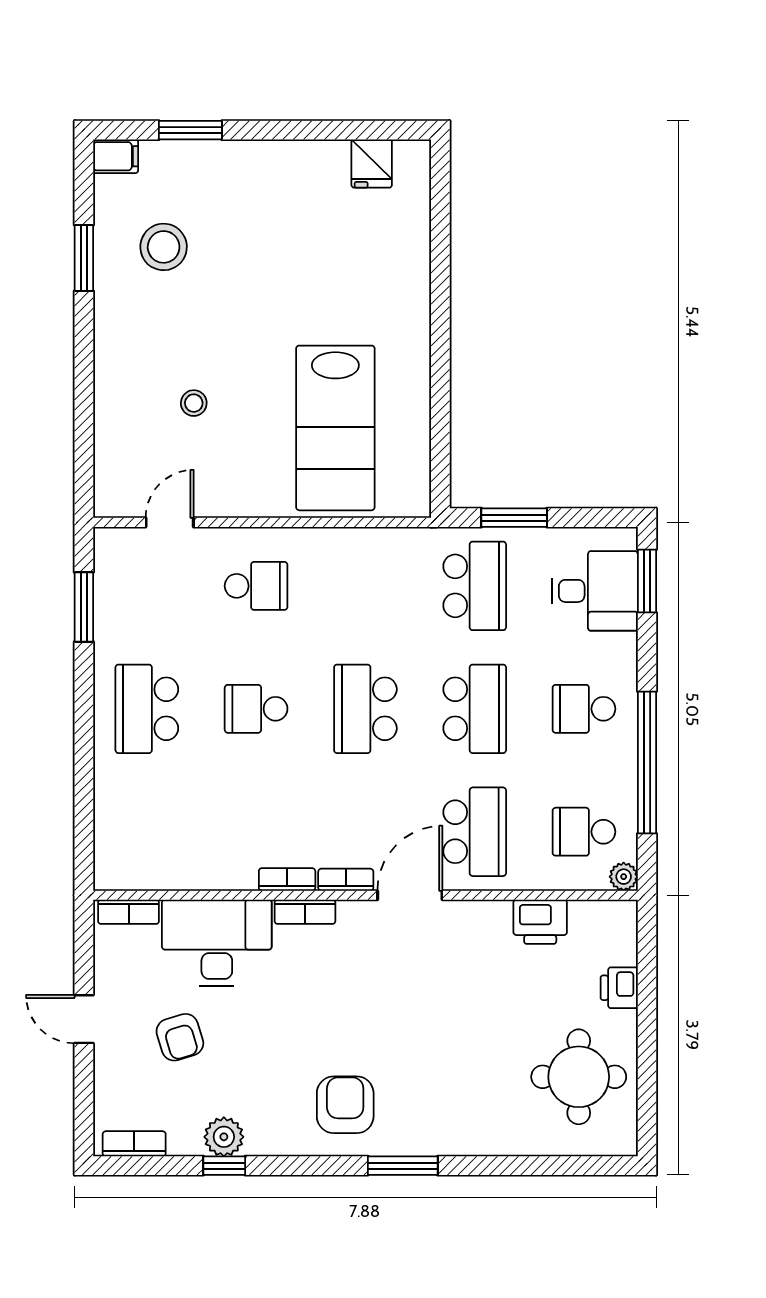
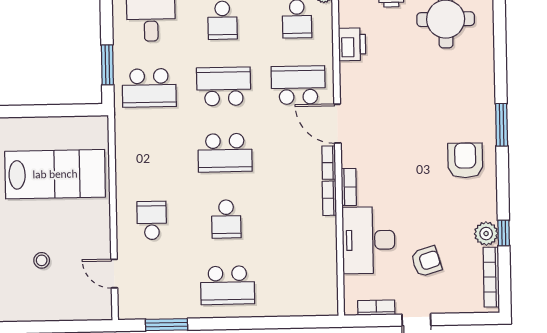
school desk: (475, 586) -> (149, 88), turned 180
bookcase: (129, 912) -> (376, 308), moved, turned -90
armchair: (345, 1105) -> (465, 160), turned 90
bookcase: (134, 1144) -> (491, 277), width x1.56

